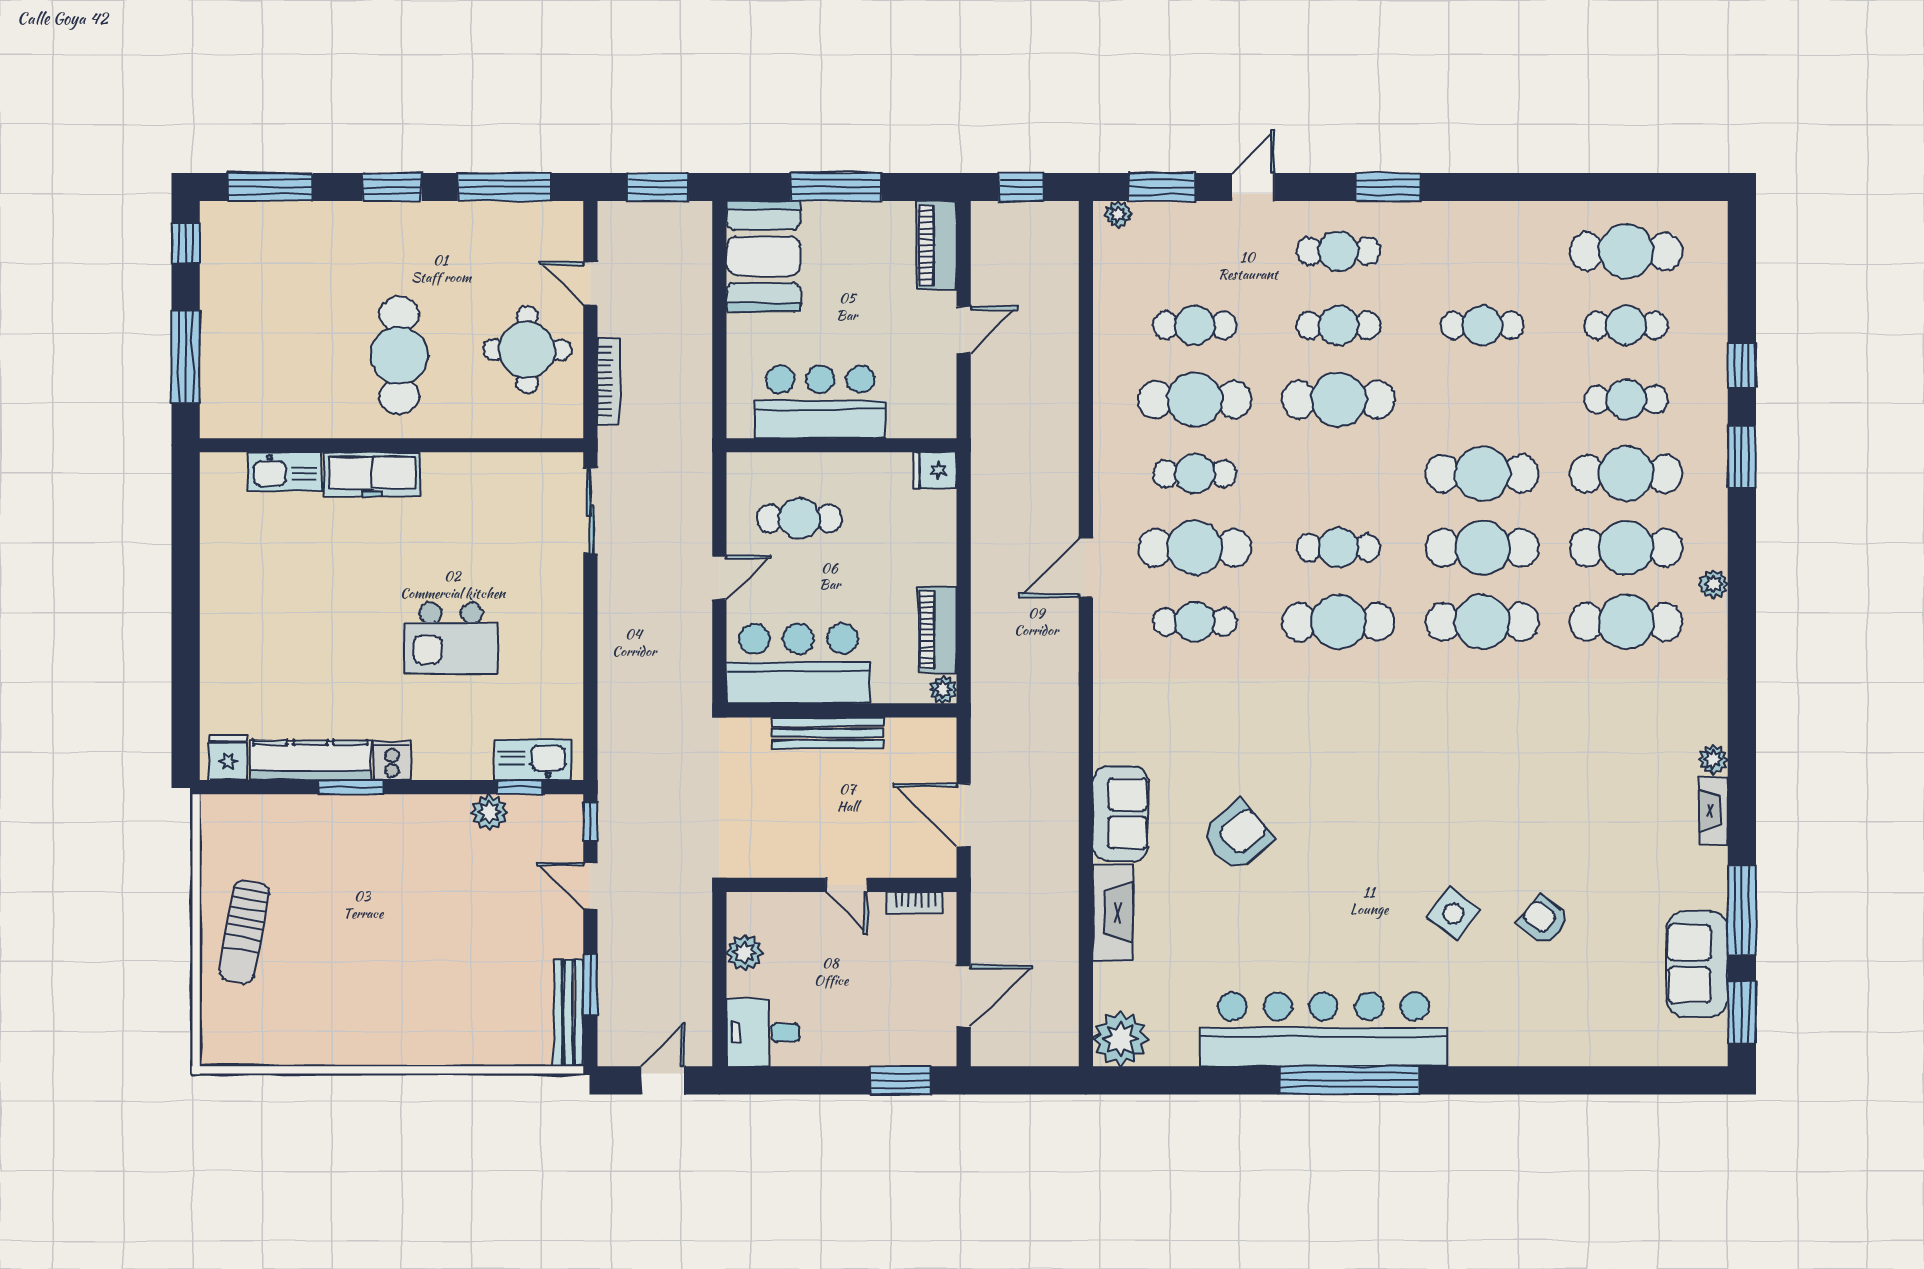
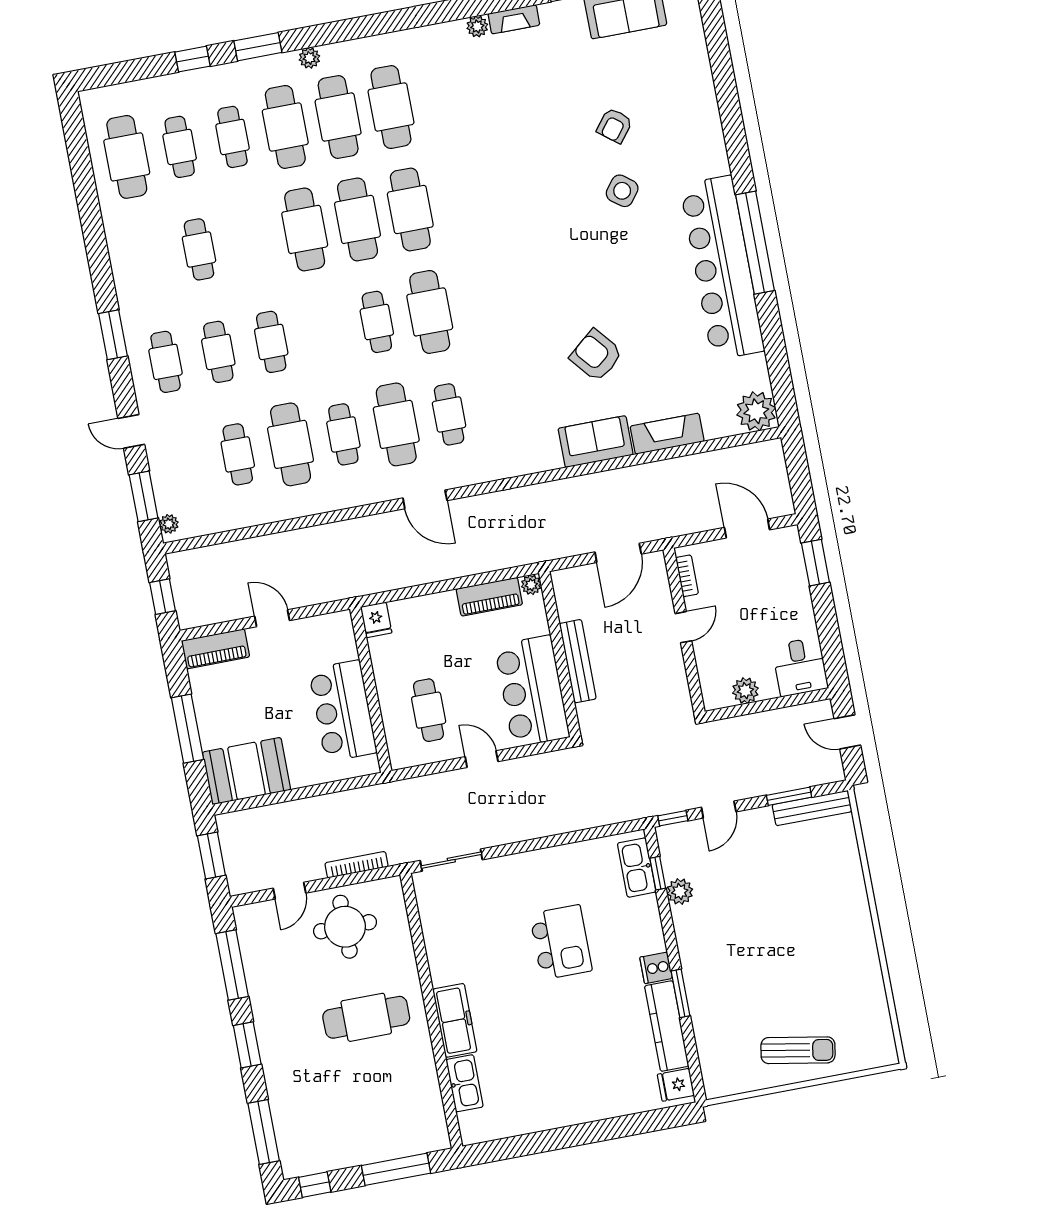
cafe table: (1338, 399) -> (271, 342), width x0.73, depth x0.74
plant: (1713, 584) -> (309, 58), moved

